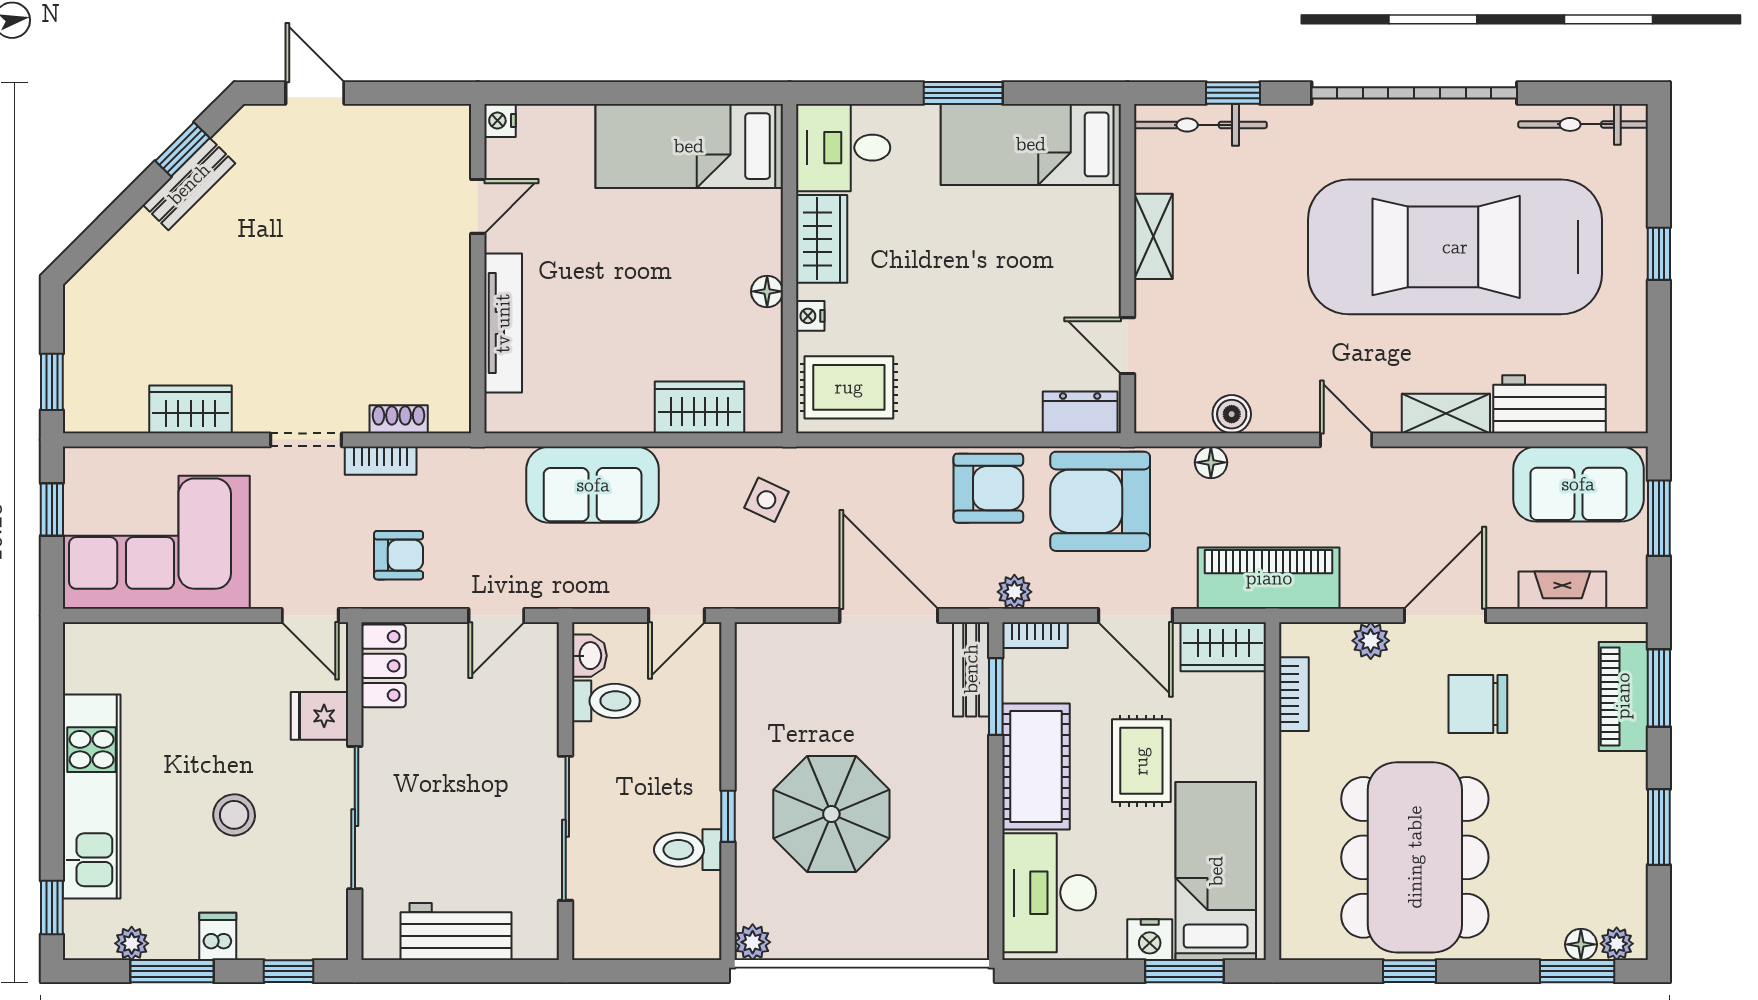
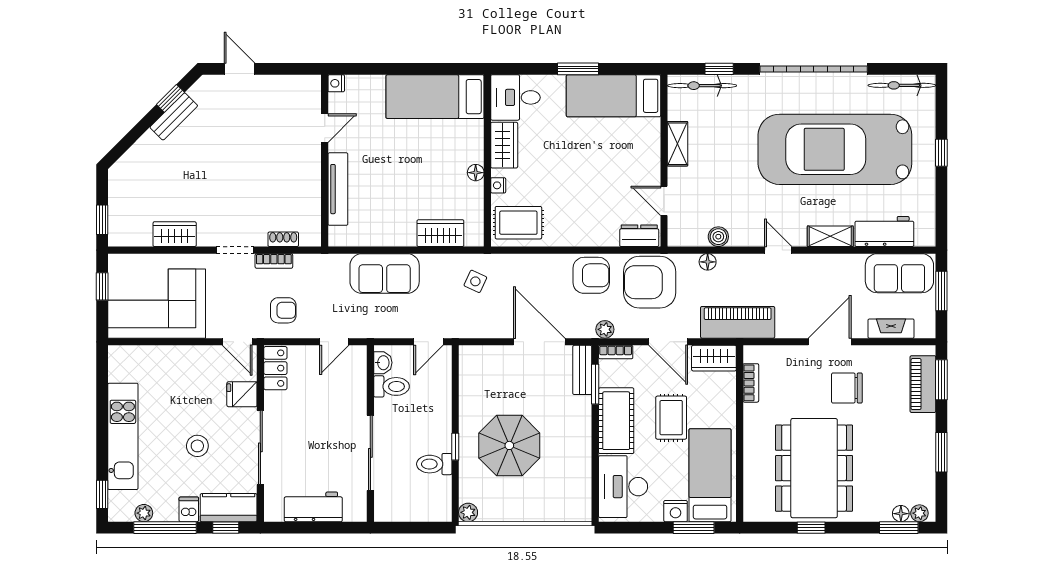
plant: (1371, 641) -> (791, 355), removed
kitchen counter: (294, 933) -> (229, 508), added
window: (172, 971) -> (165, 528), width x1.44

